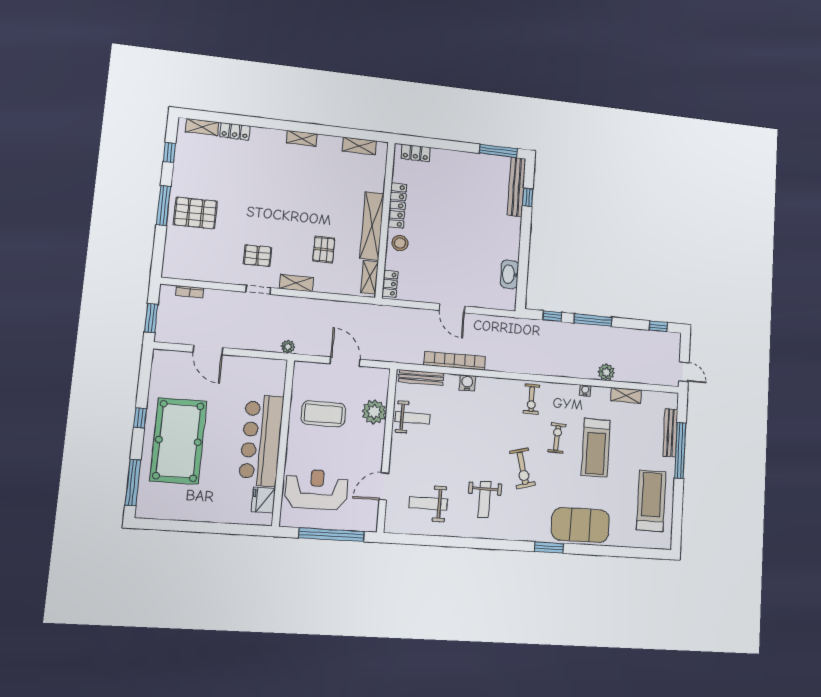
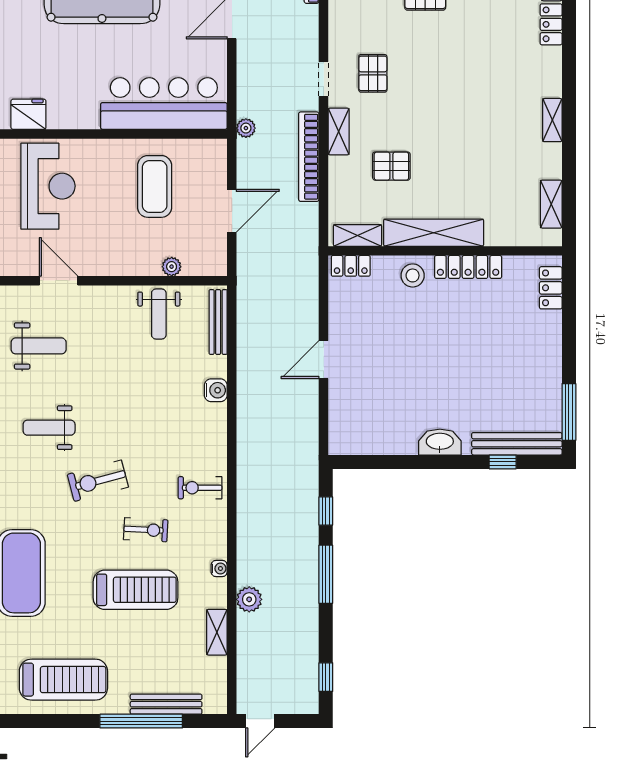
washbasin: (510, 274) -> (440, 442), moved
bookcase: (455, 361) -> (309, 157), moved, turned 180
plant: (374, 412) -> (172, 267), width x0.53, depth x0.53
bar counter: (261, 440) -> (164, 104), moved
treadmill: (596, 448) -> (136, 590), turned 180
weight bench: (428, 503) -> (39, 346), turned 90

